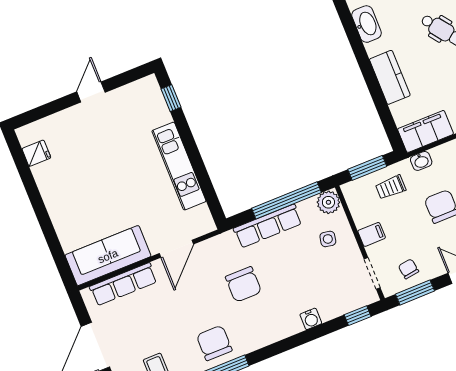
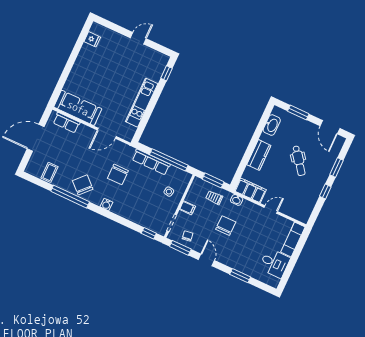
plant: (328, 202) -> (184, 178), removed
row of seats: (123, 284) -> (67, 123), width x0.68
water cooler: (311, 319) -> (106, 204), moved
chair: (214, 343) -> (83, 185), turned -47

